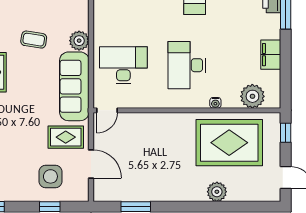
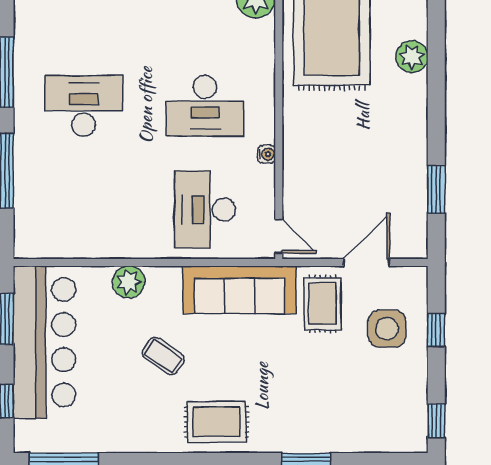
coffee table: (34, 40) -> (163, 356), turned -64
plant: (79, 41) -> (129, 282), moved
water cooler: (215, 103) -> (267, 154), moved

